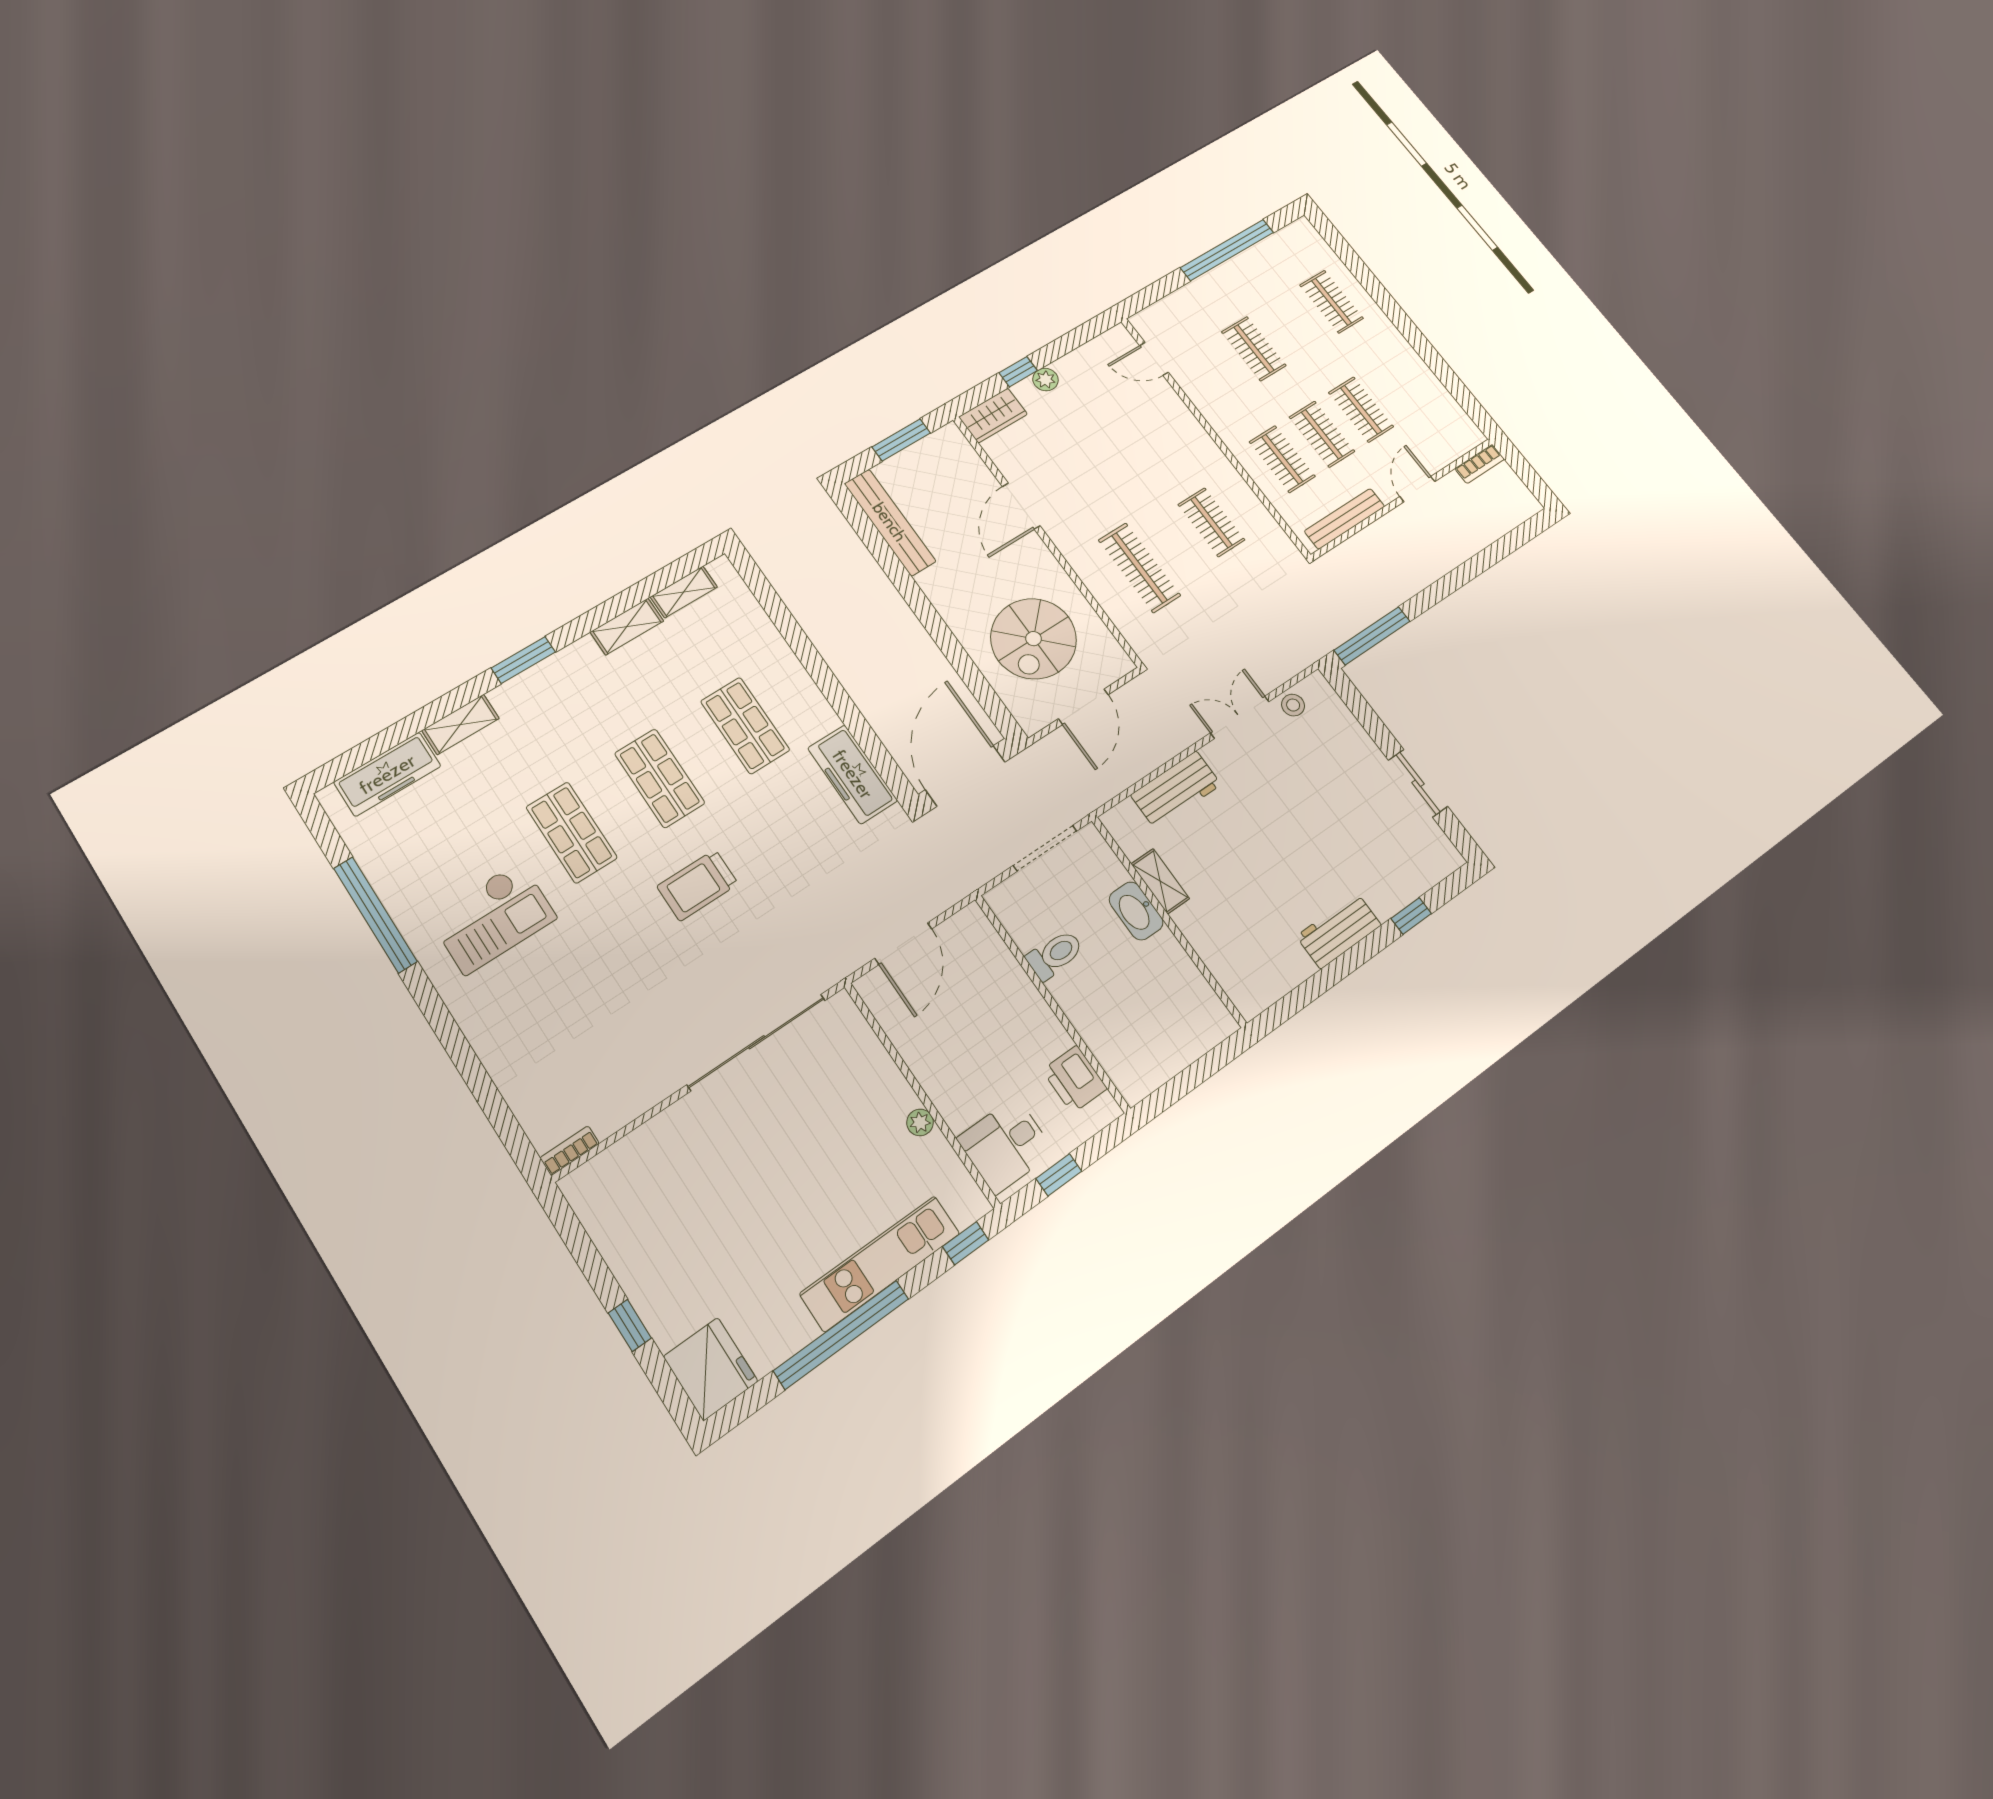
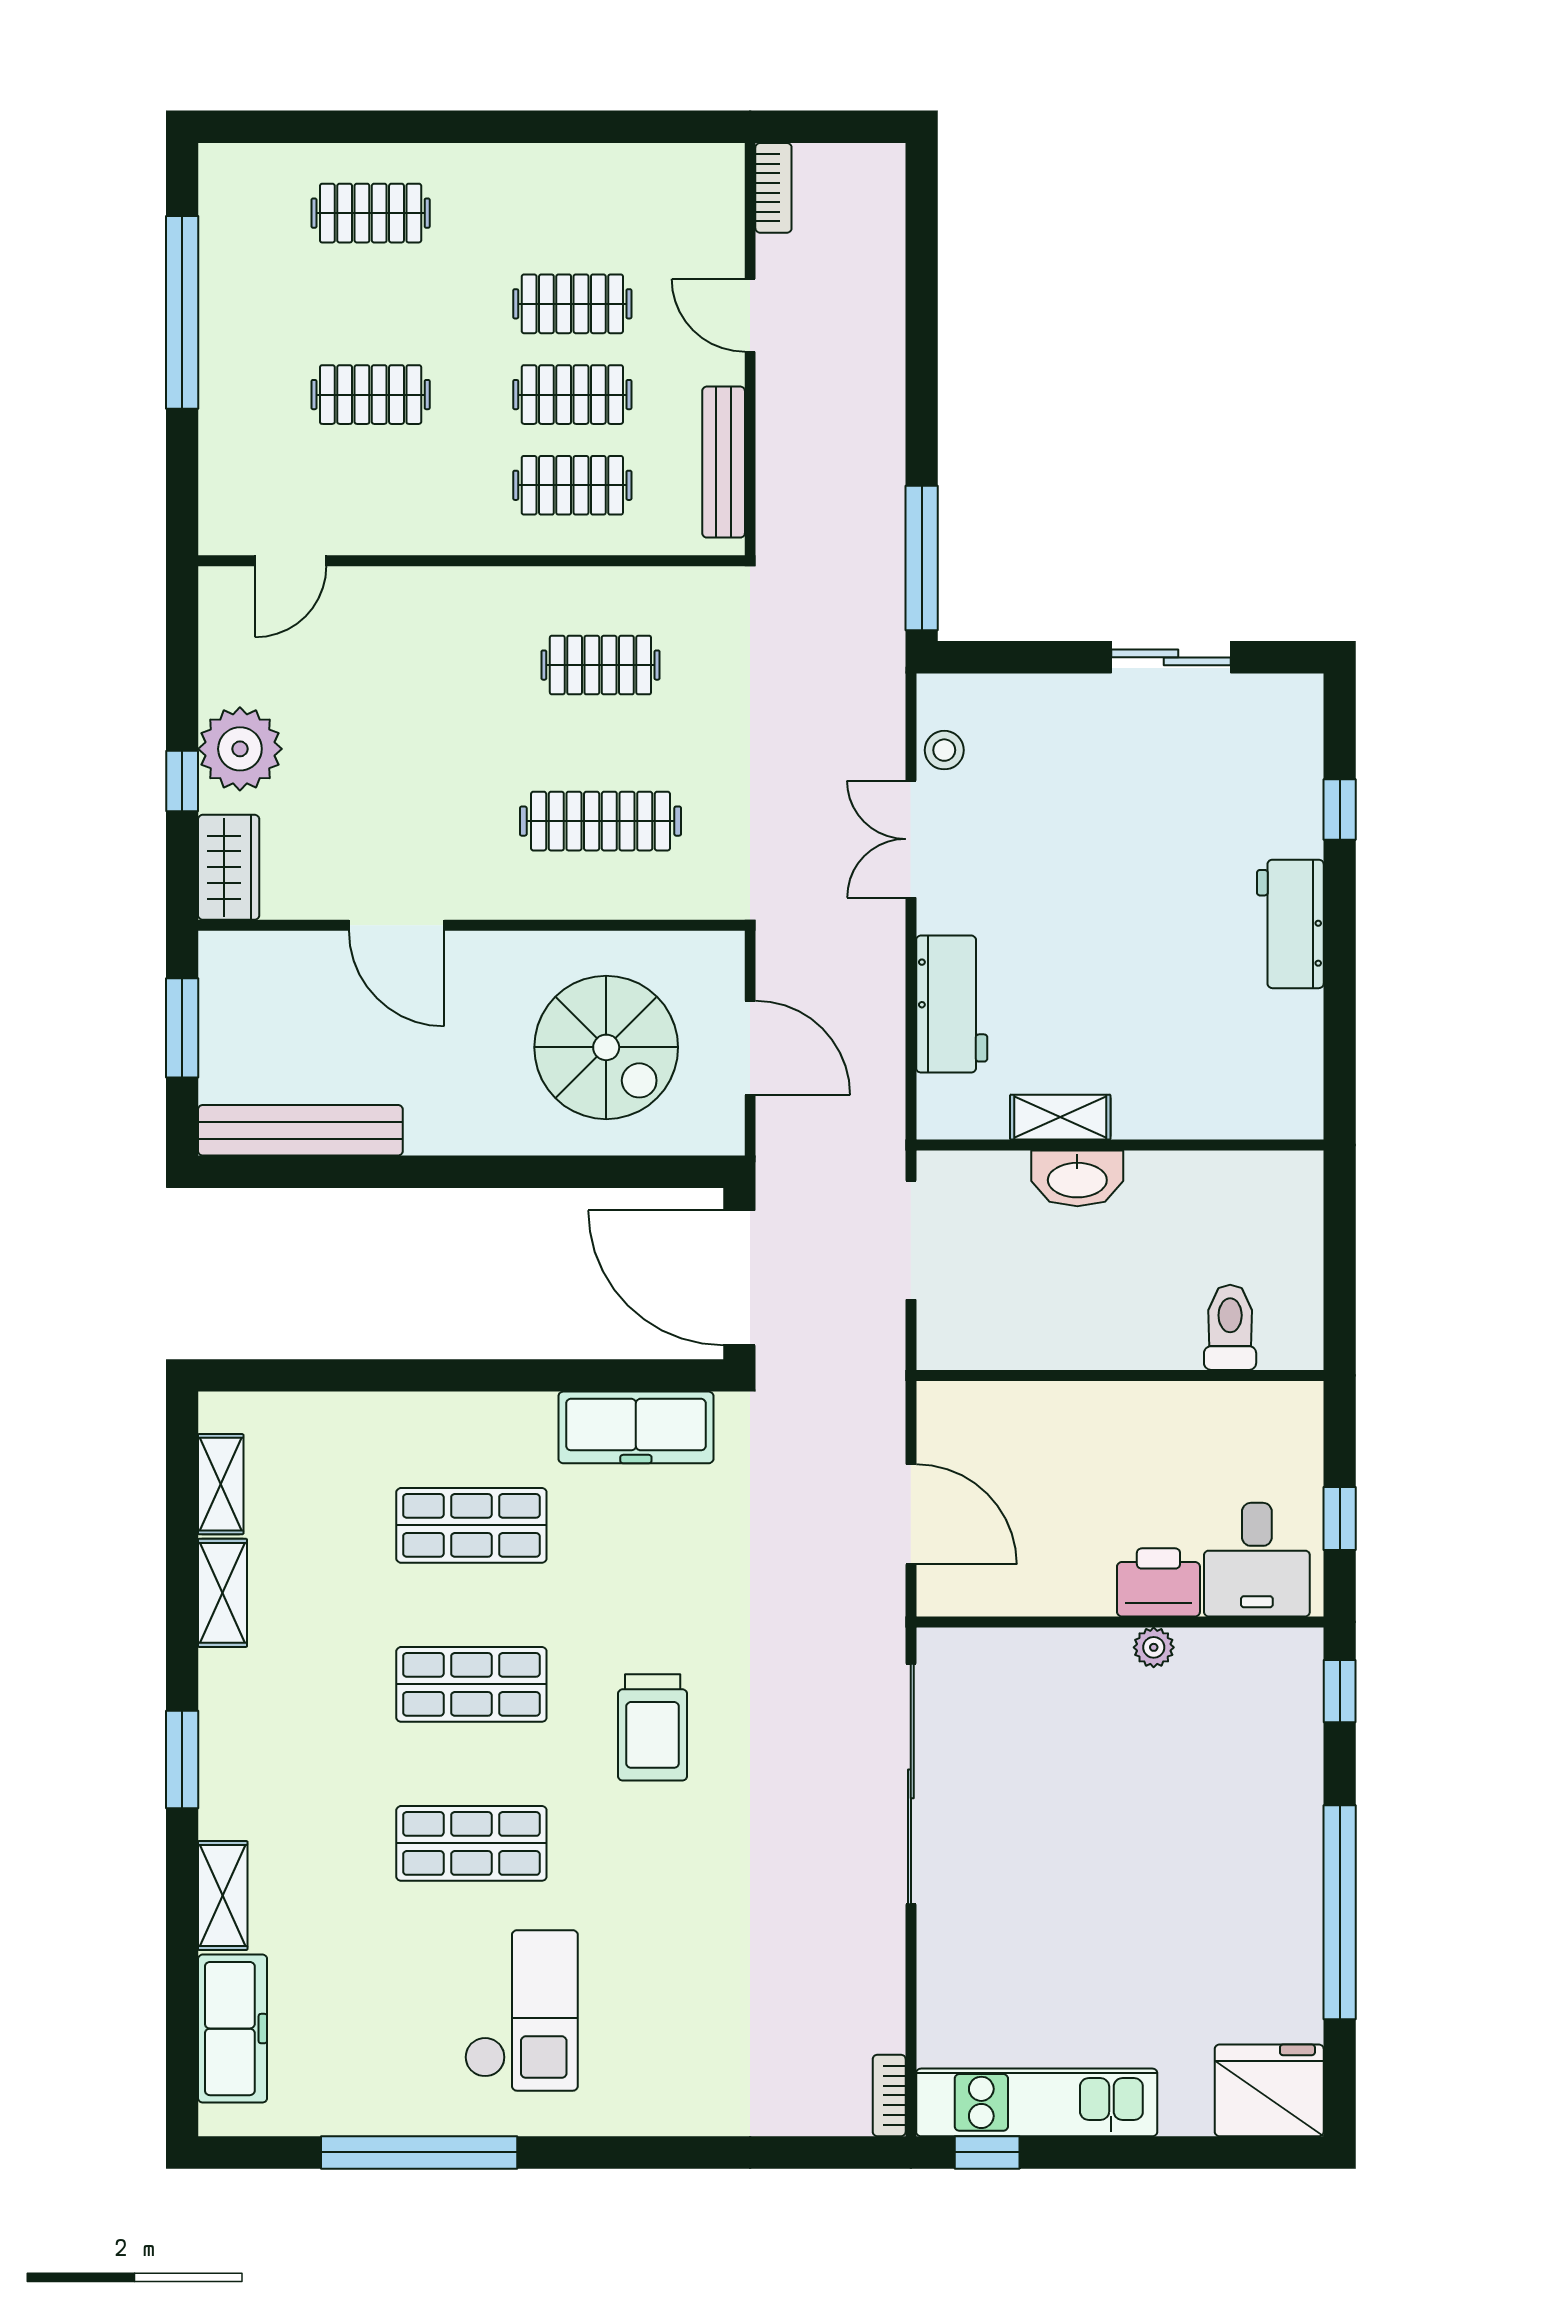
plant: (1045, 380) -> (240, 749), width x1.88, depth x1.88
toilet: (1055, 955) -> (1230, 1327), moved
printer: (1075, 1079) -> (1158, 1582), moved, turned 180
kitchen unit: (880, 1263) -> (1037, 2102), moved, turned 90
window: (630, 1325) -> (987, 2152), moved

